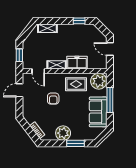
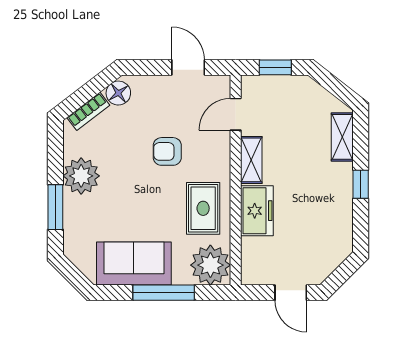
window: (79, 21) -> (361, 184), moved
door: (110, 49) -> (291, 293), swing flipped
floor lamp: (30, 118) -> (118, 93), added

